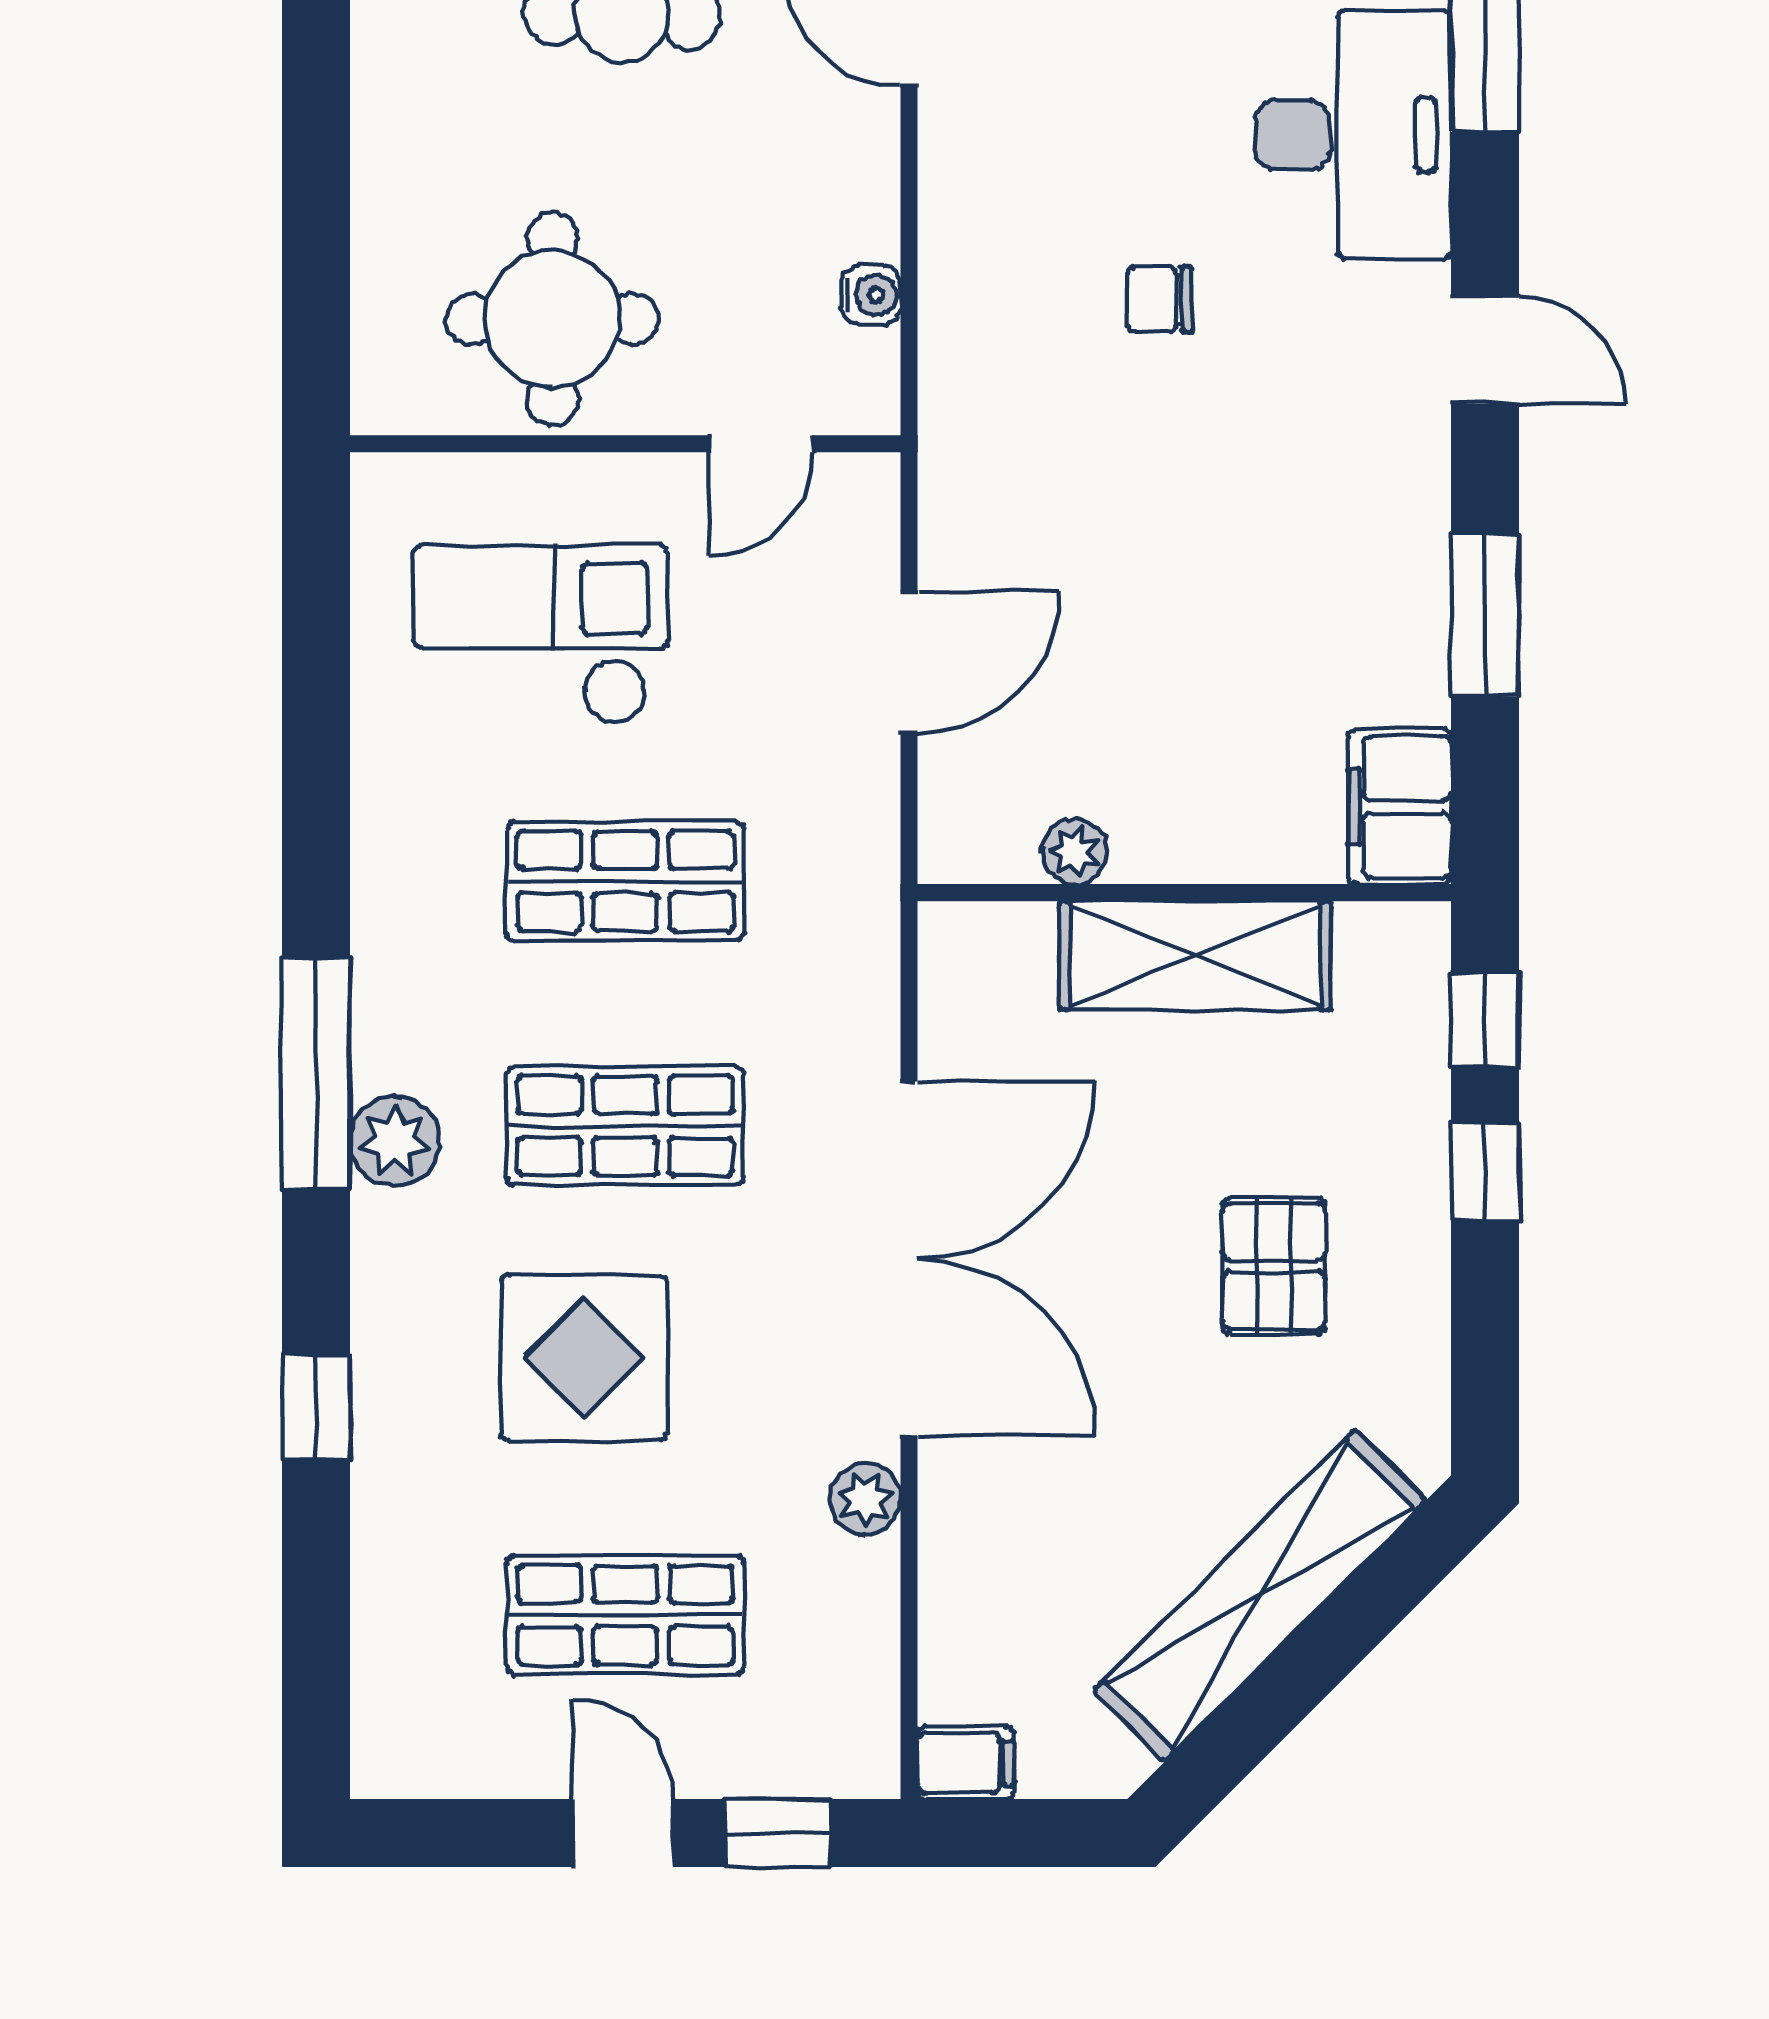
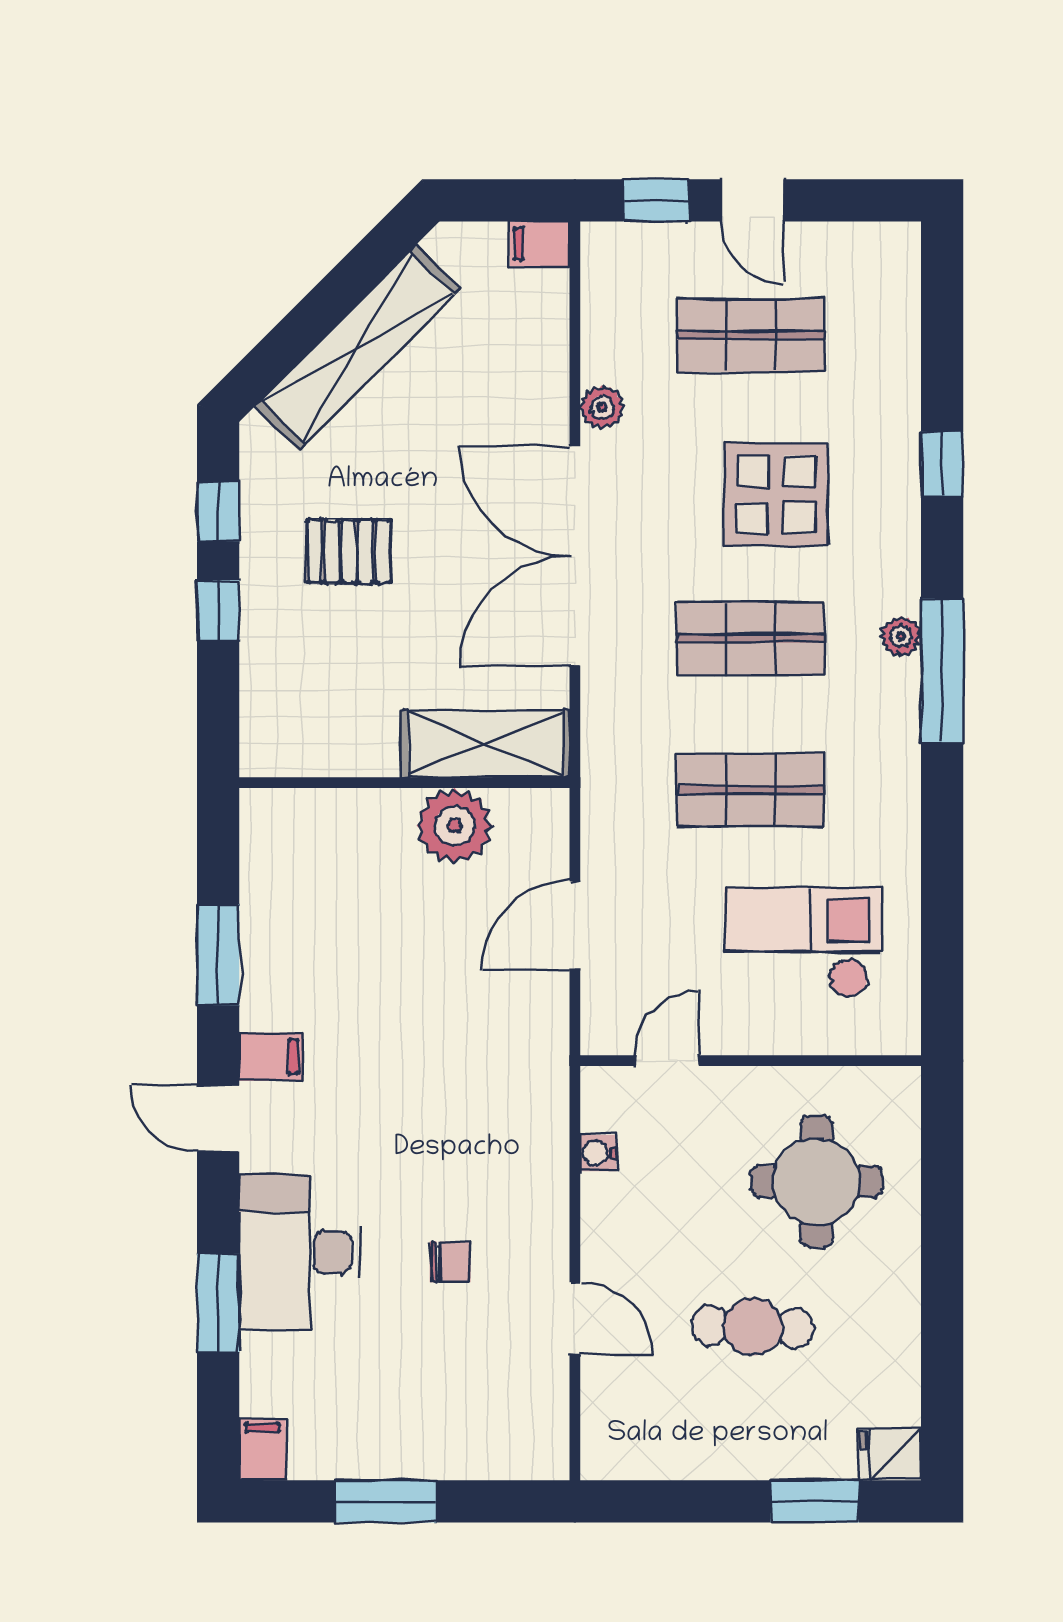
chair: (1160, 299) -> (450, 1262), moved
round table: (553, 319) -> (816, 1182), moved
checkout: (541, 634) -> (803, 943), turned 180
filing cabinet: (1400, 807) -> (271, 1057), moved, width x0.50
plant: (1075, 852) -> (454, 826), width x1.88, depth x1.88
shelving: (1195, 956) -> (485, 744), moved
window: (1485, 1020) -> (218, 512), moved
plant: (395, 1141) -> (901, 636), width x0.73, depth x0.73
pallet: (1274, 1266) -> (349, 551), turned 90

